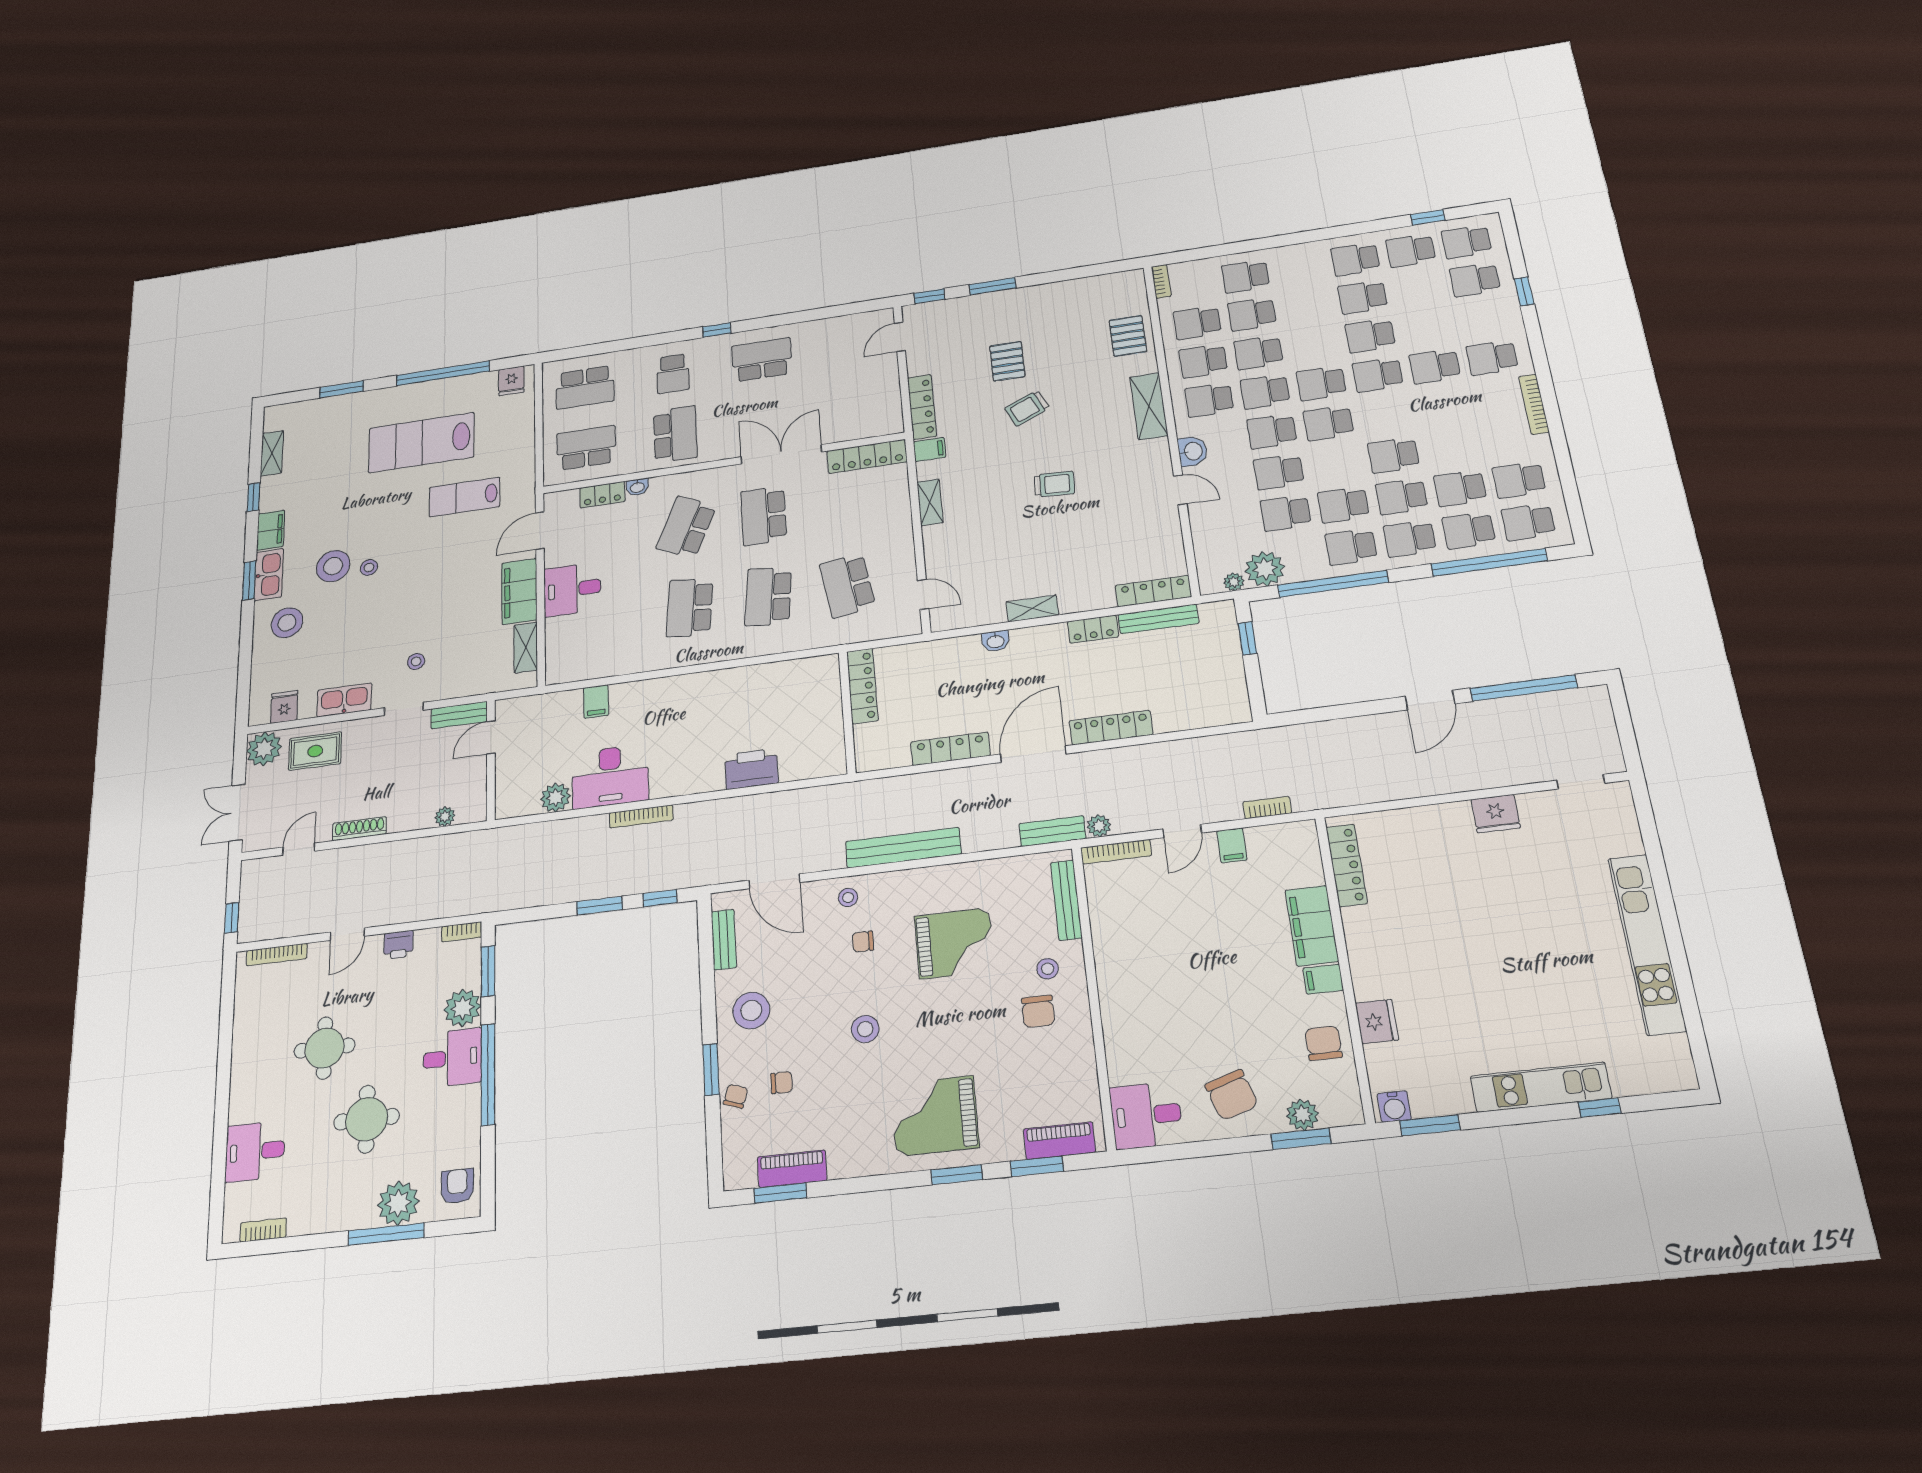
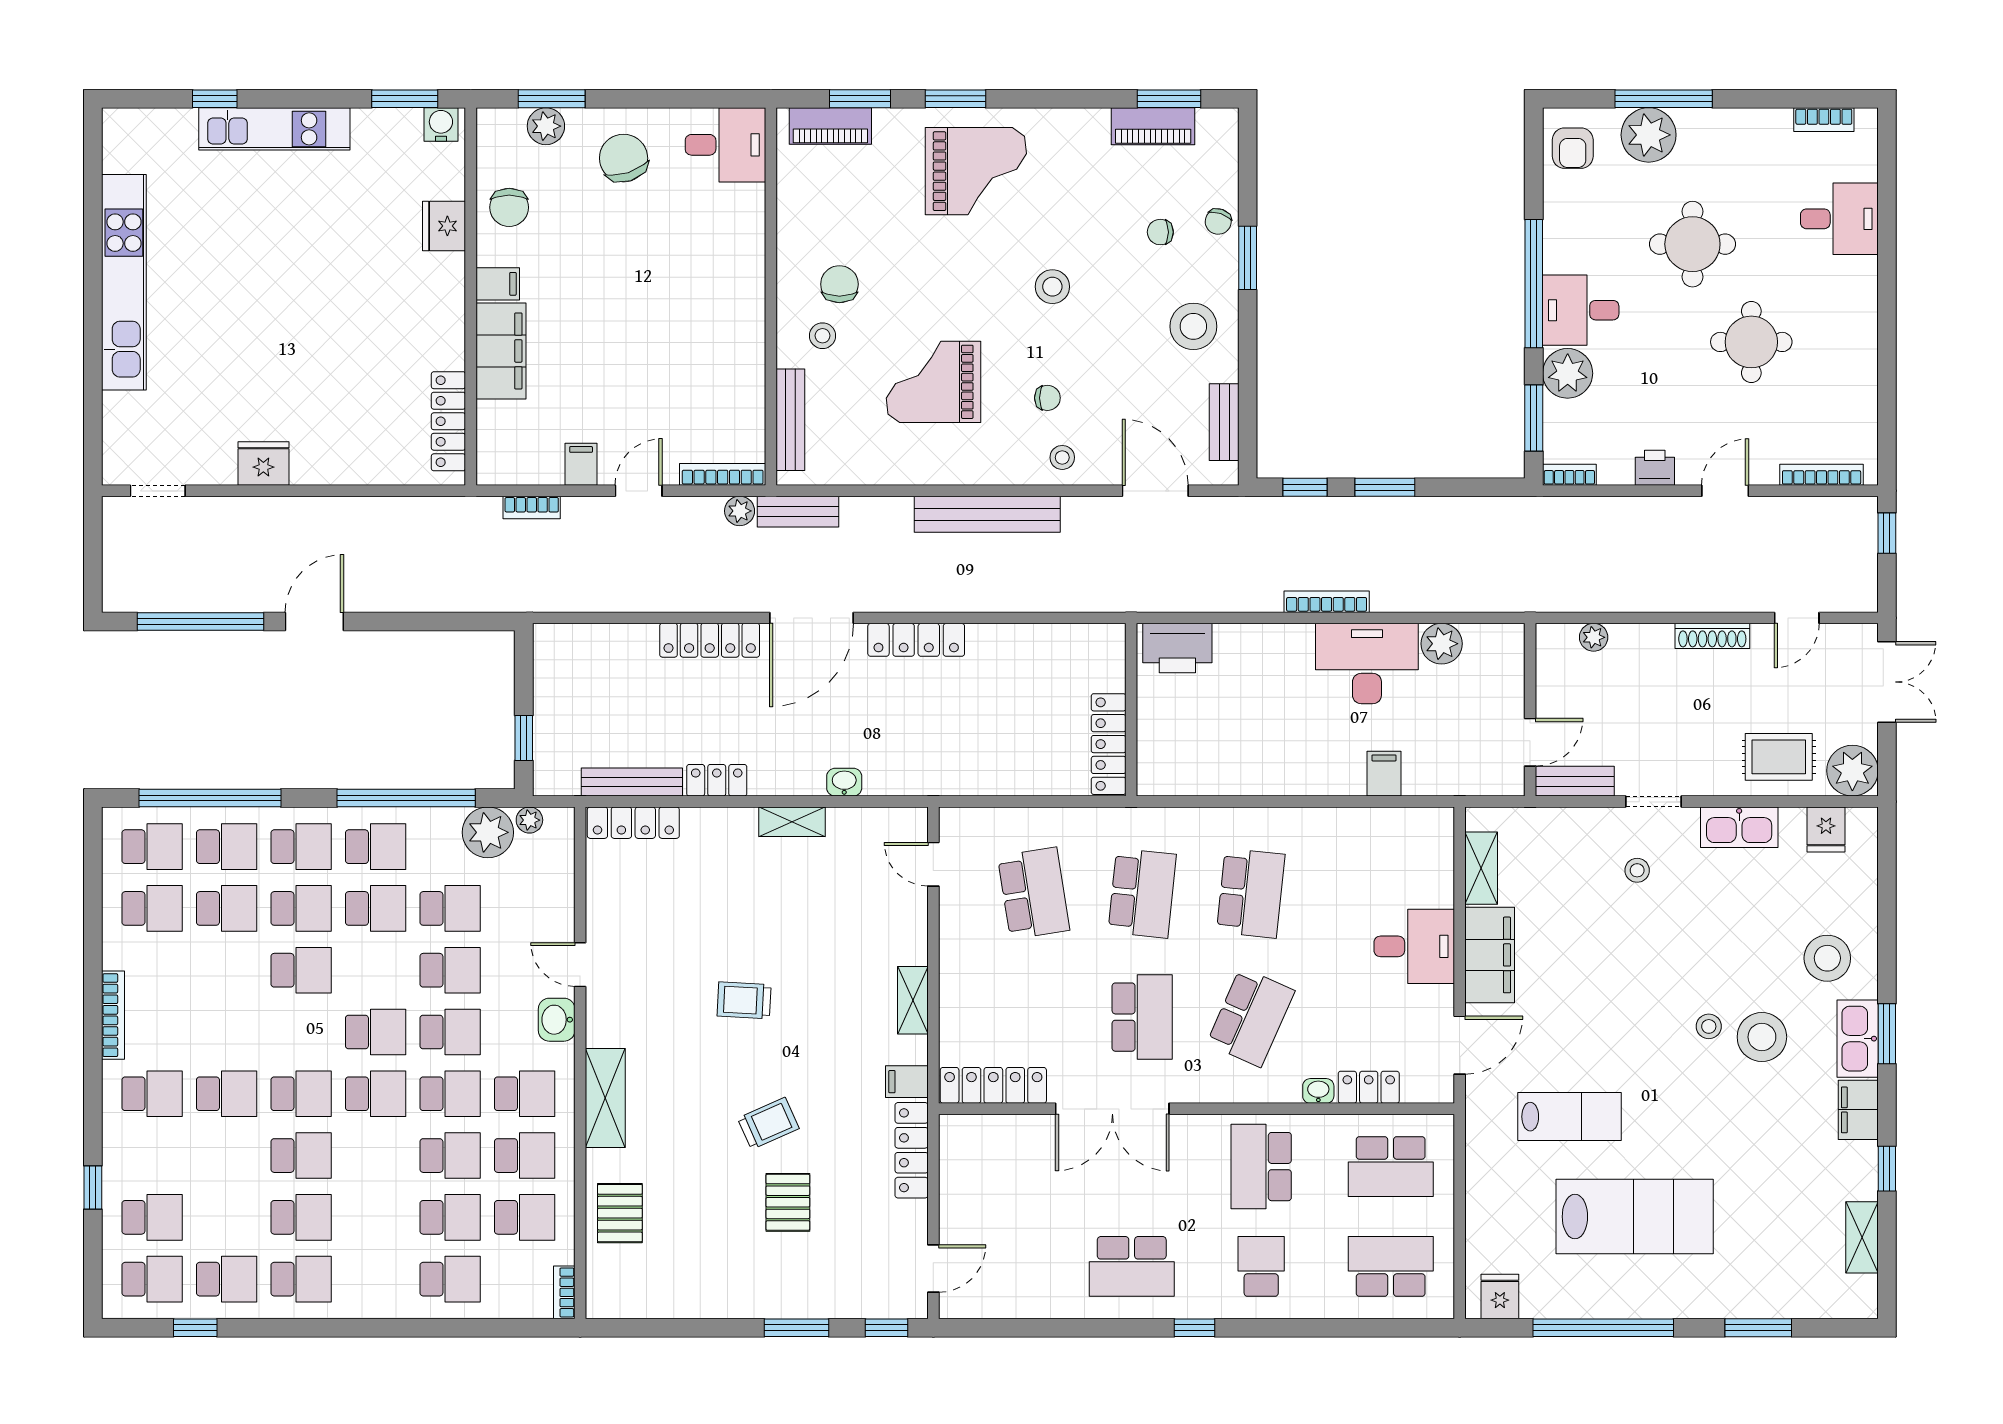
locker: (862, 686) -> (1109, 744), moved
wall: (847, 712) -> (1131, 710), moved

